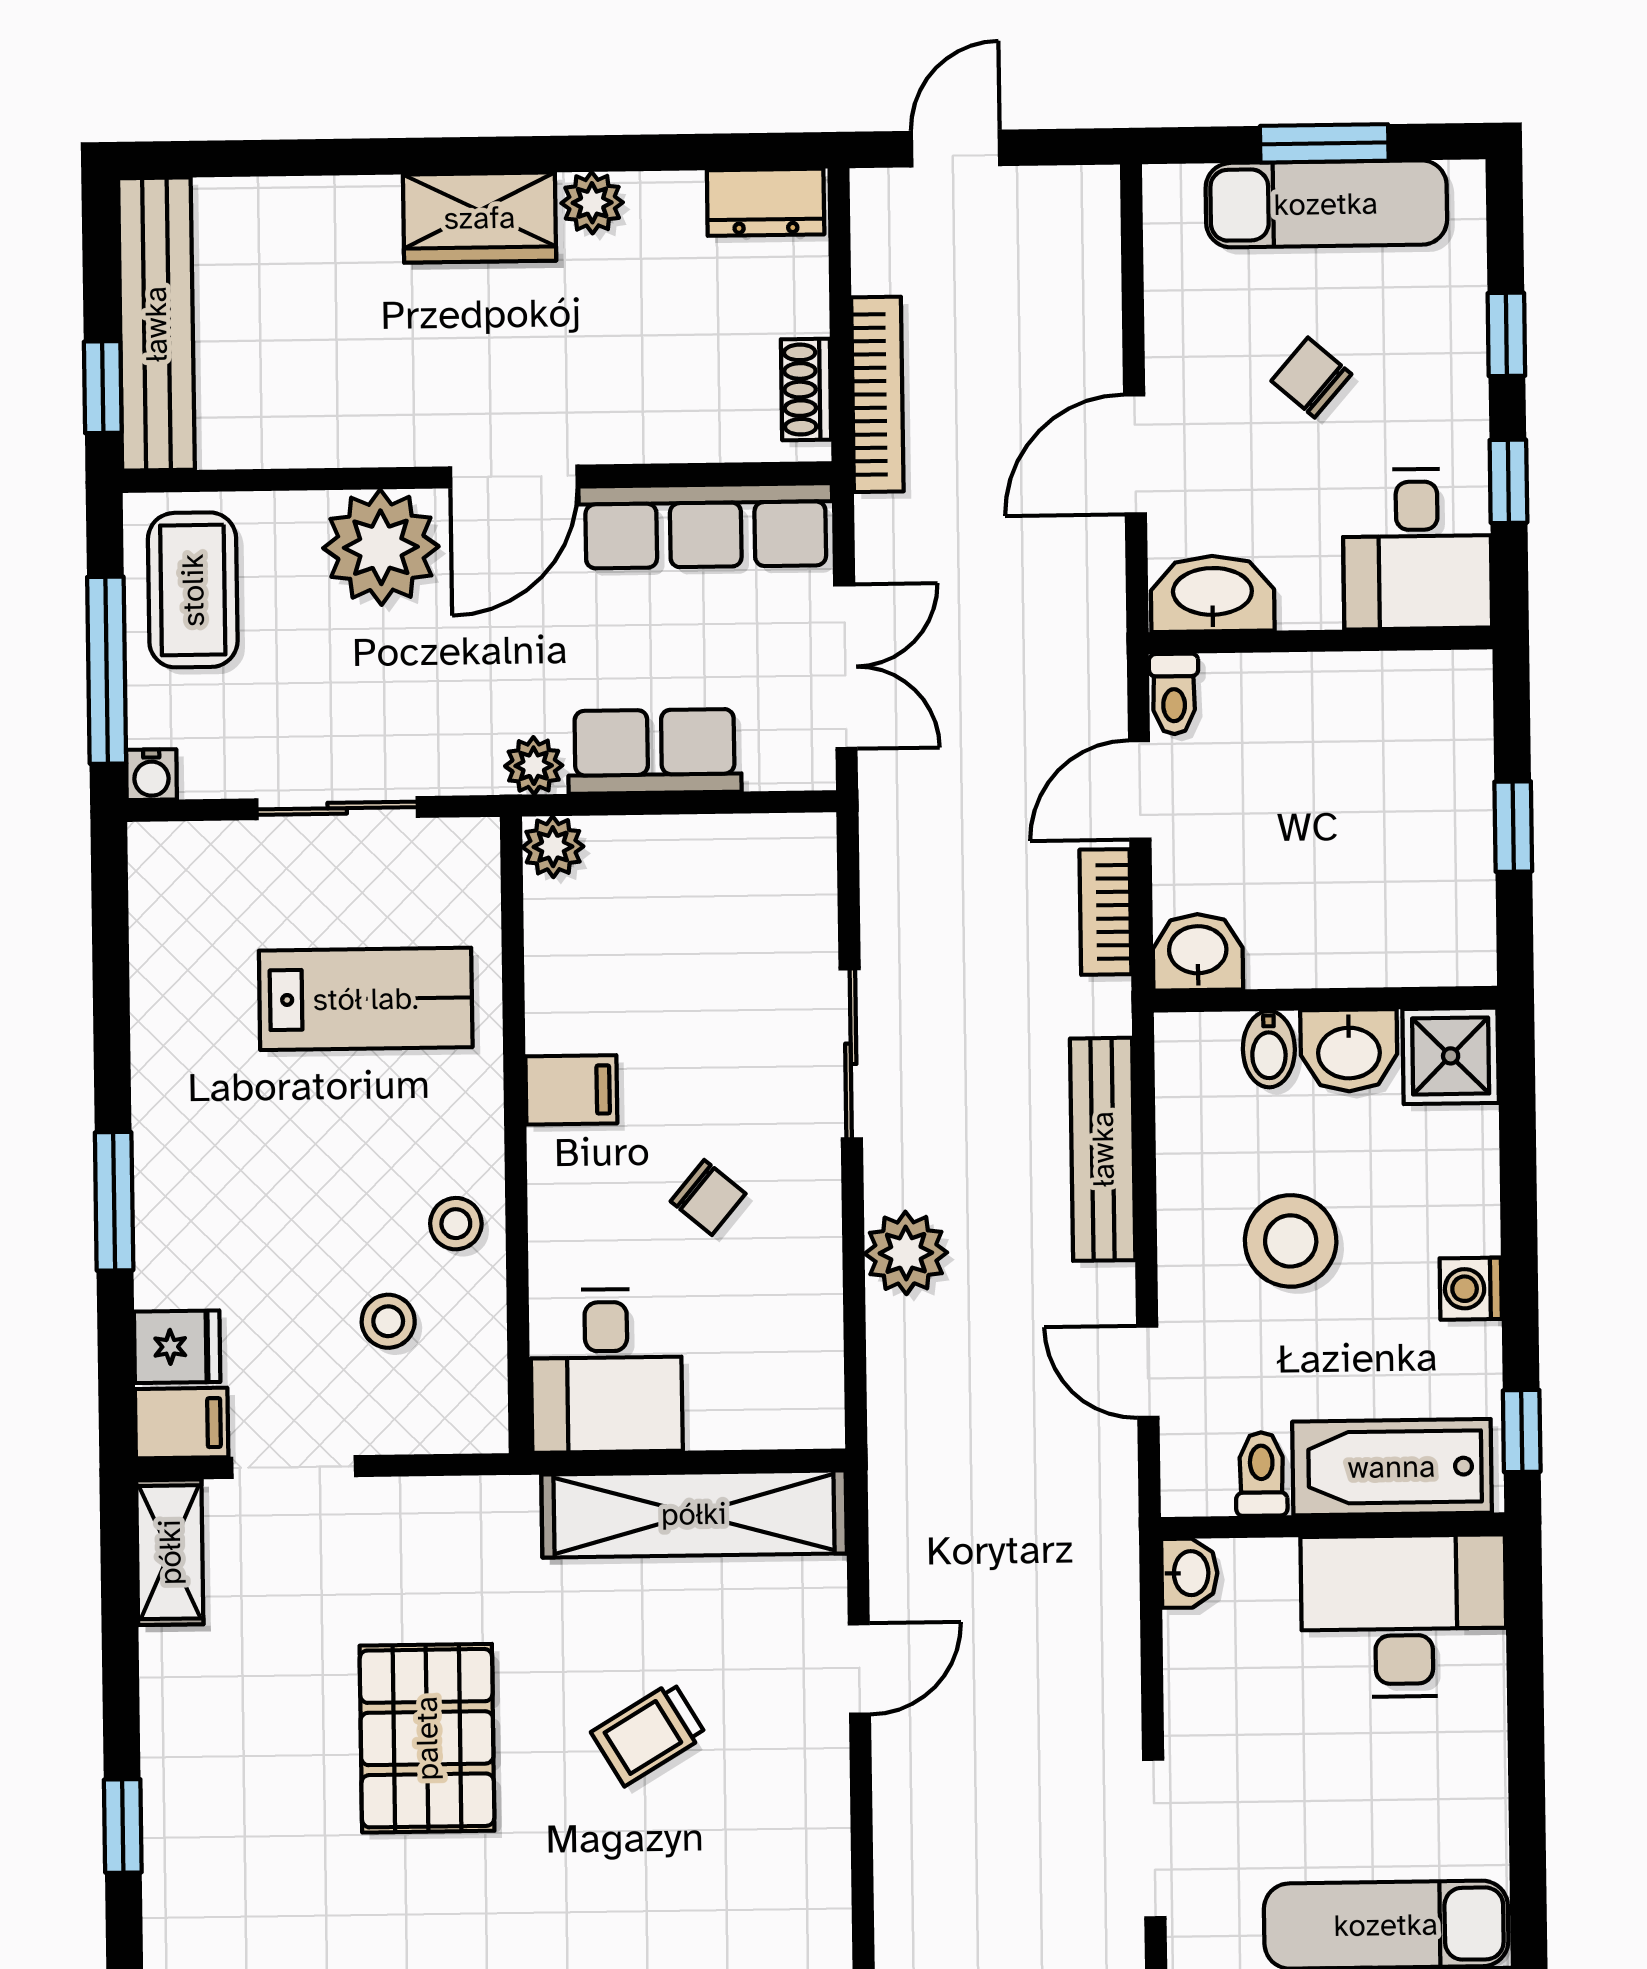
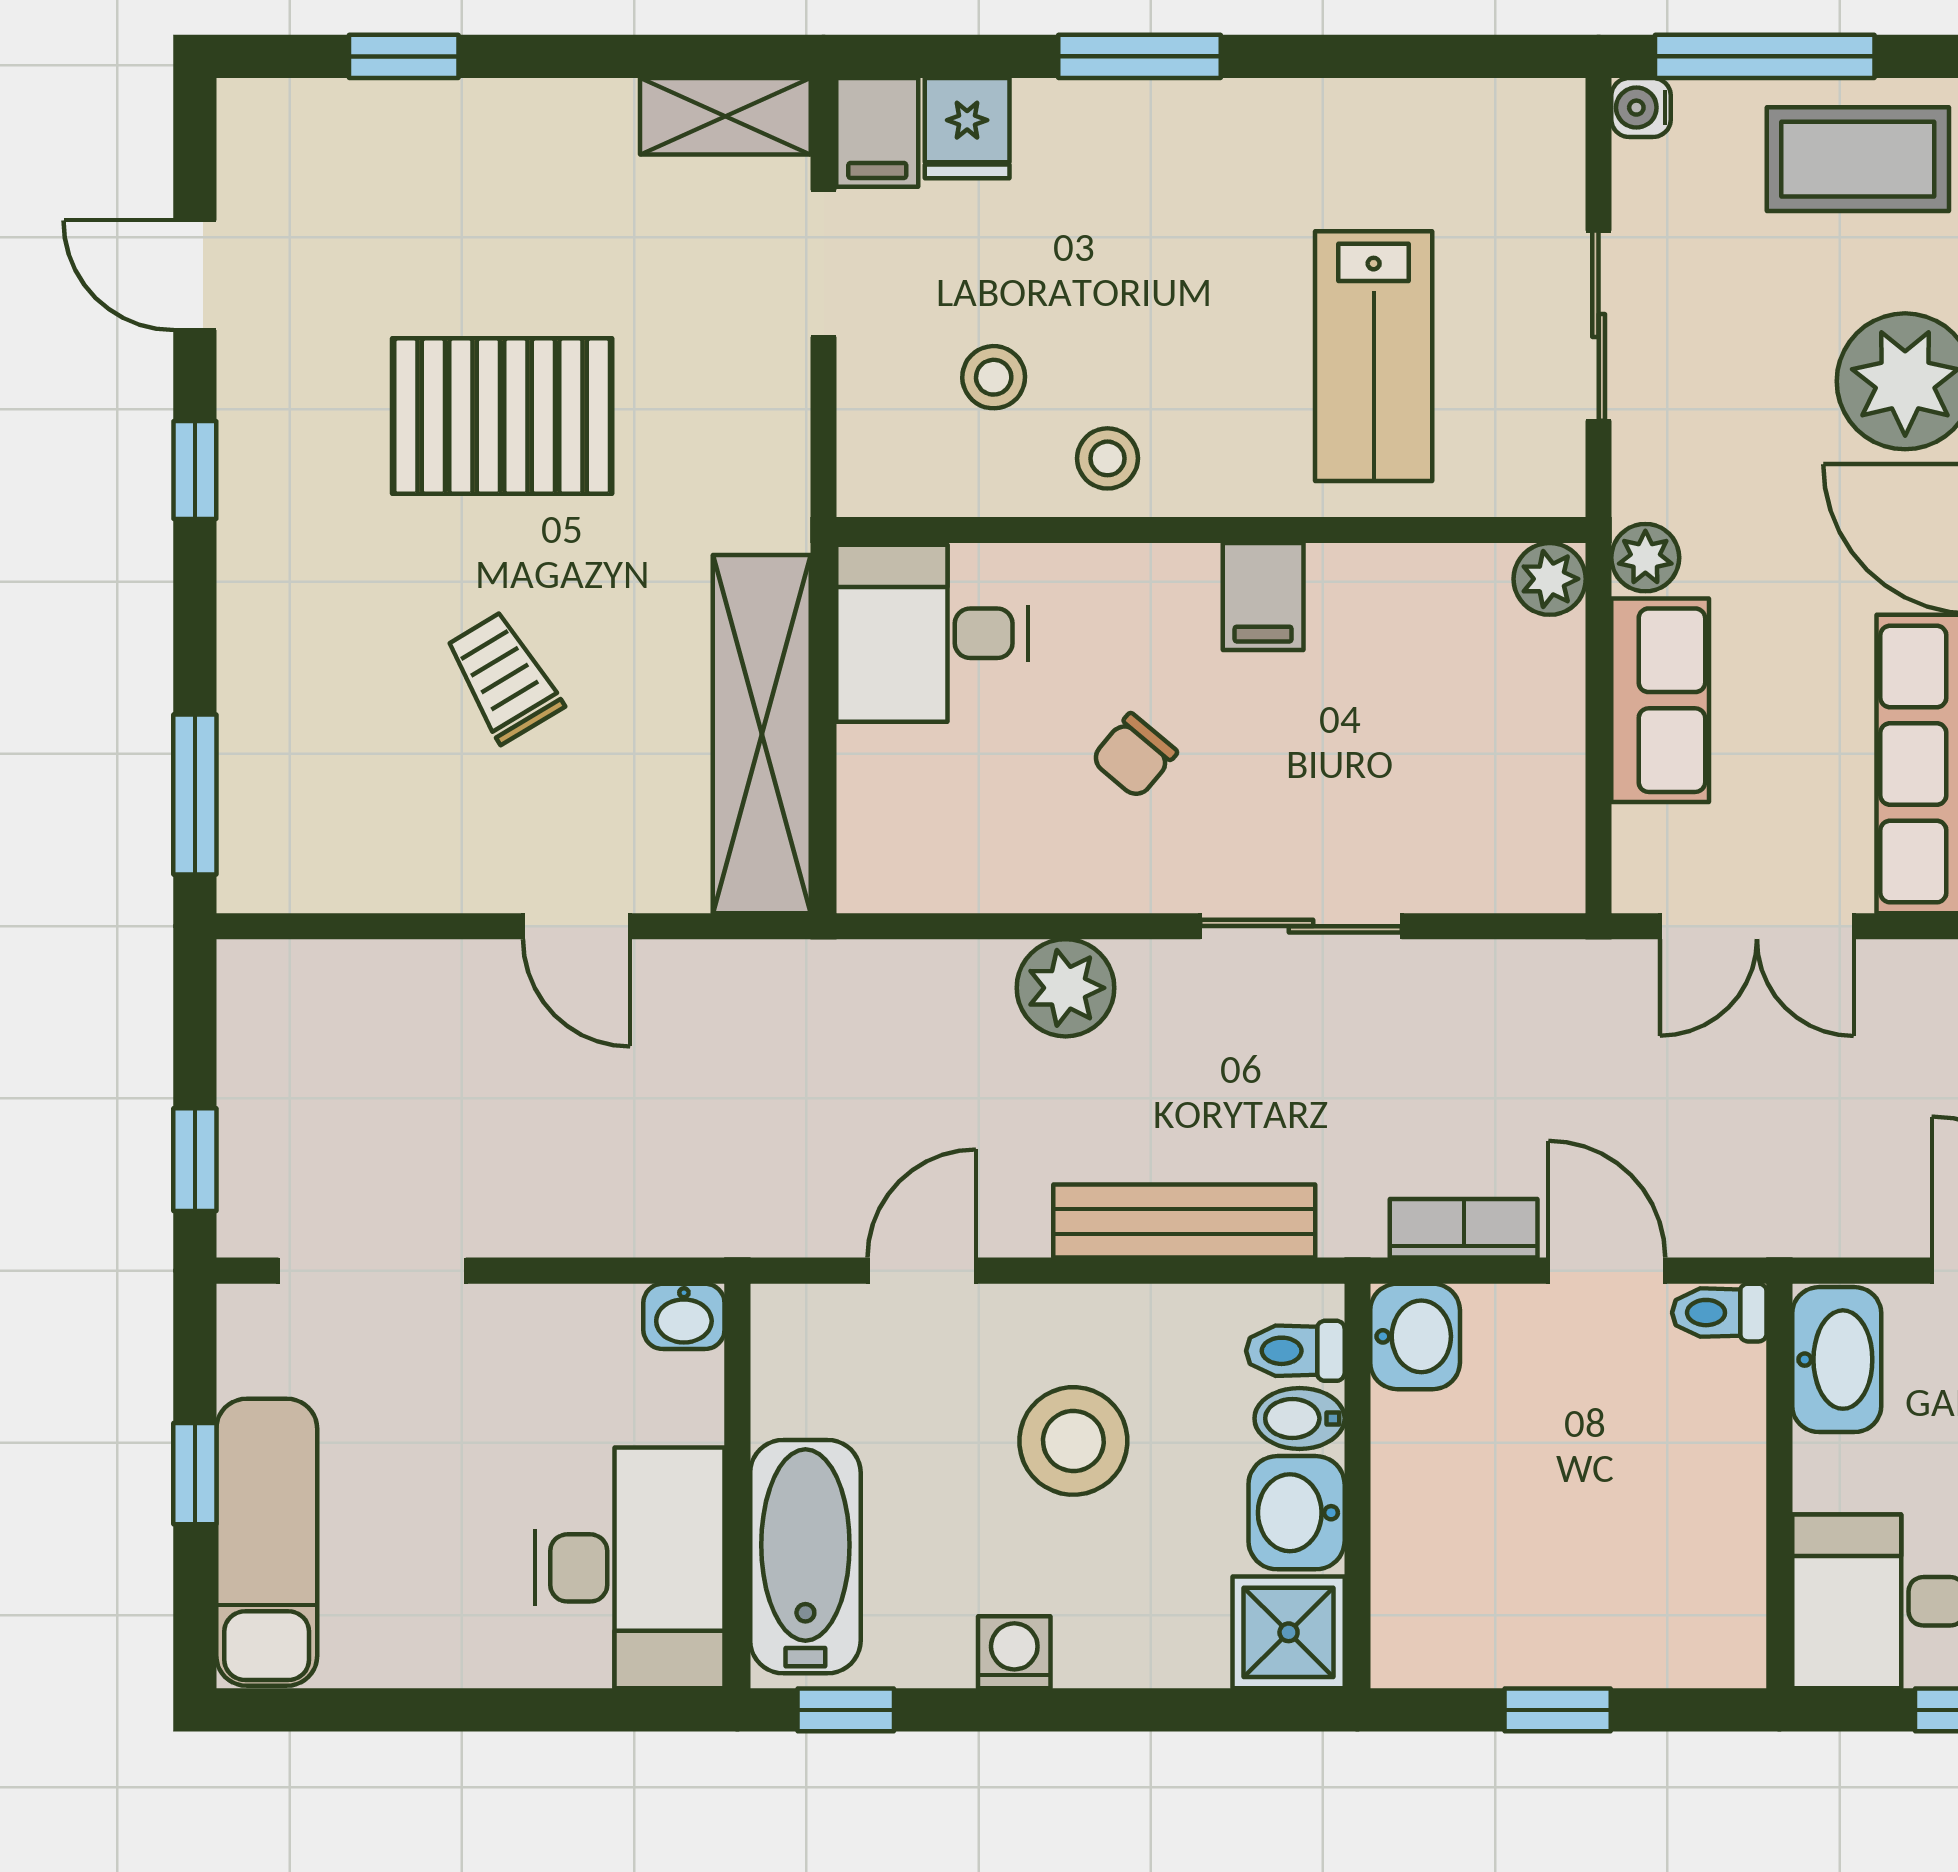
toilet: (1261, 1474) -> (1295, 1351), moved, turned 180

